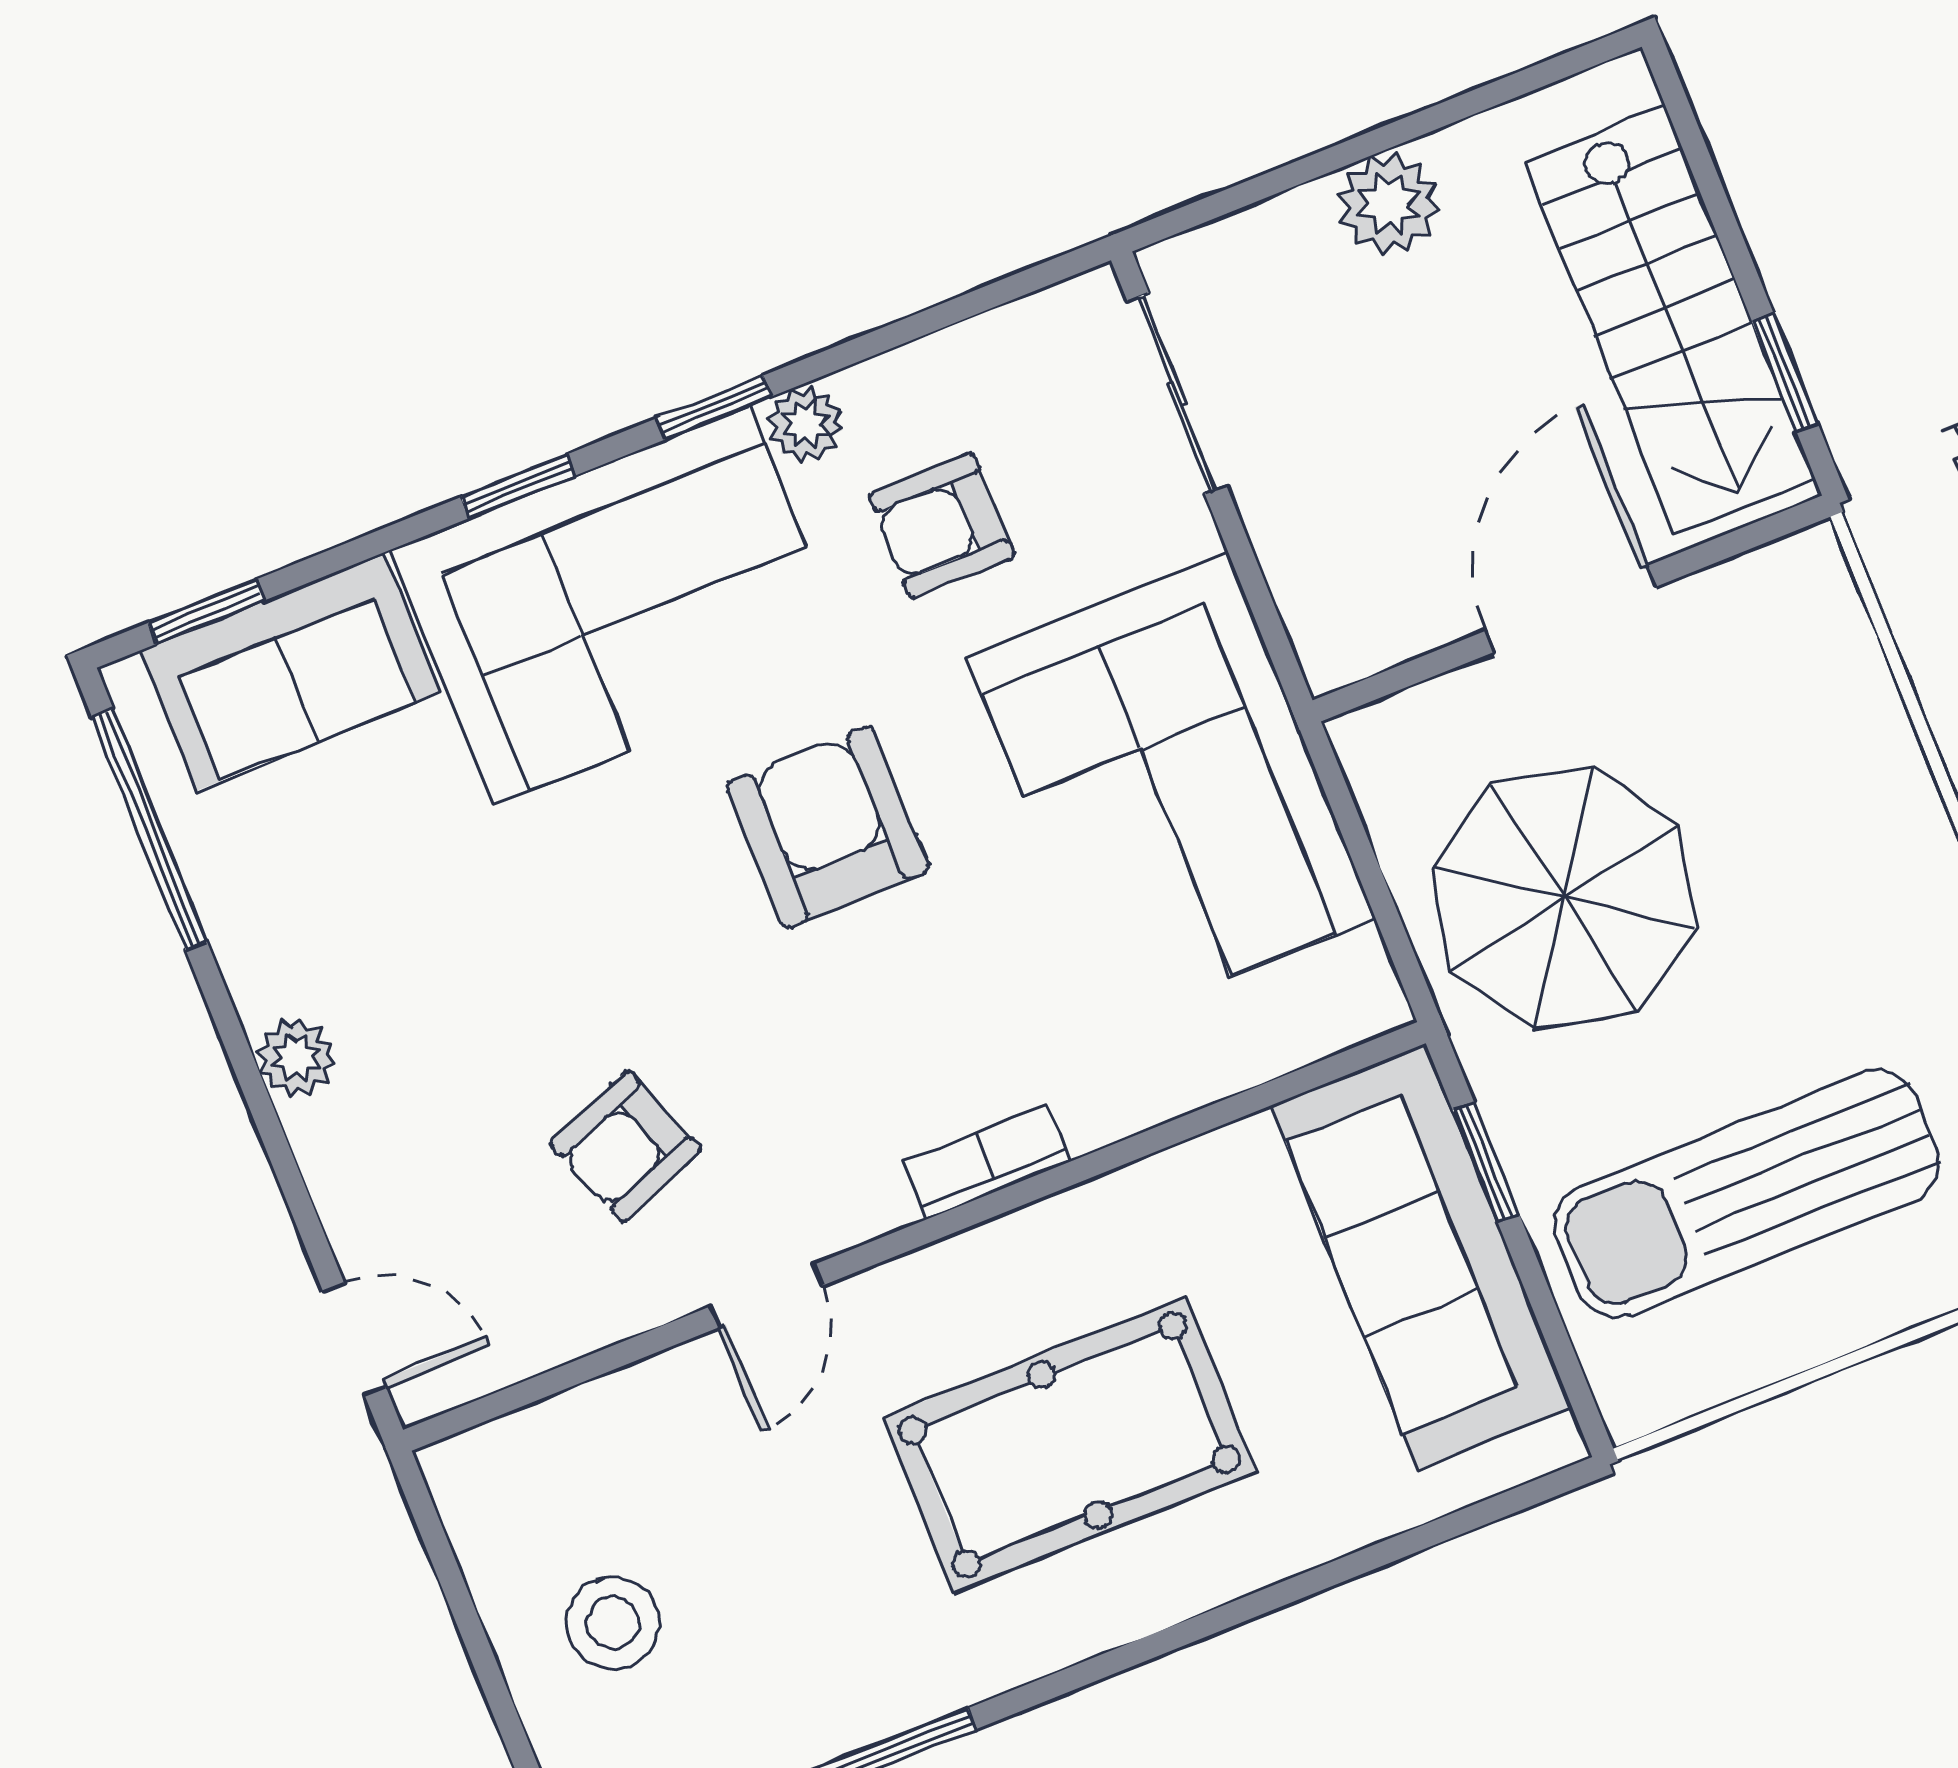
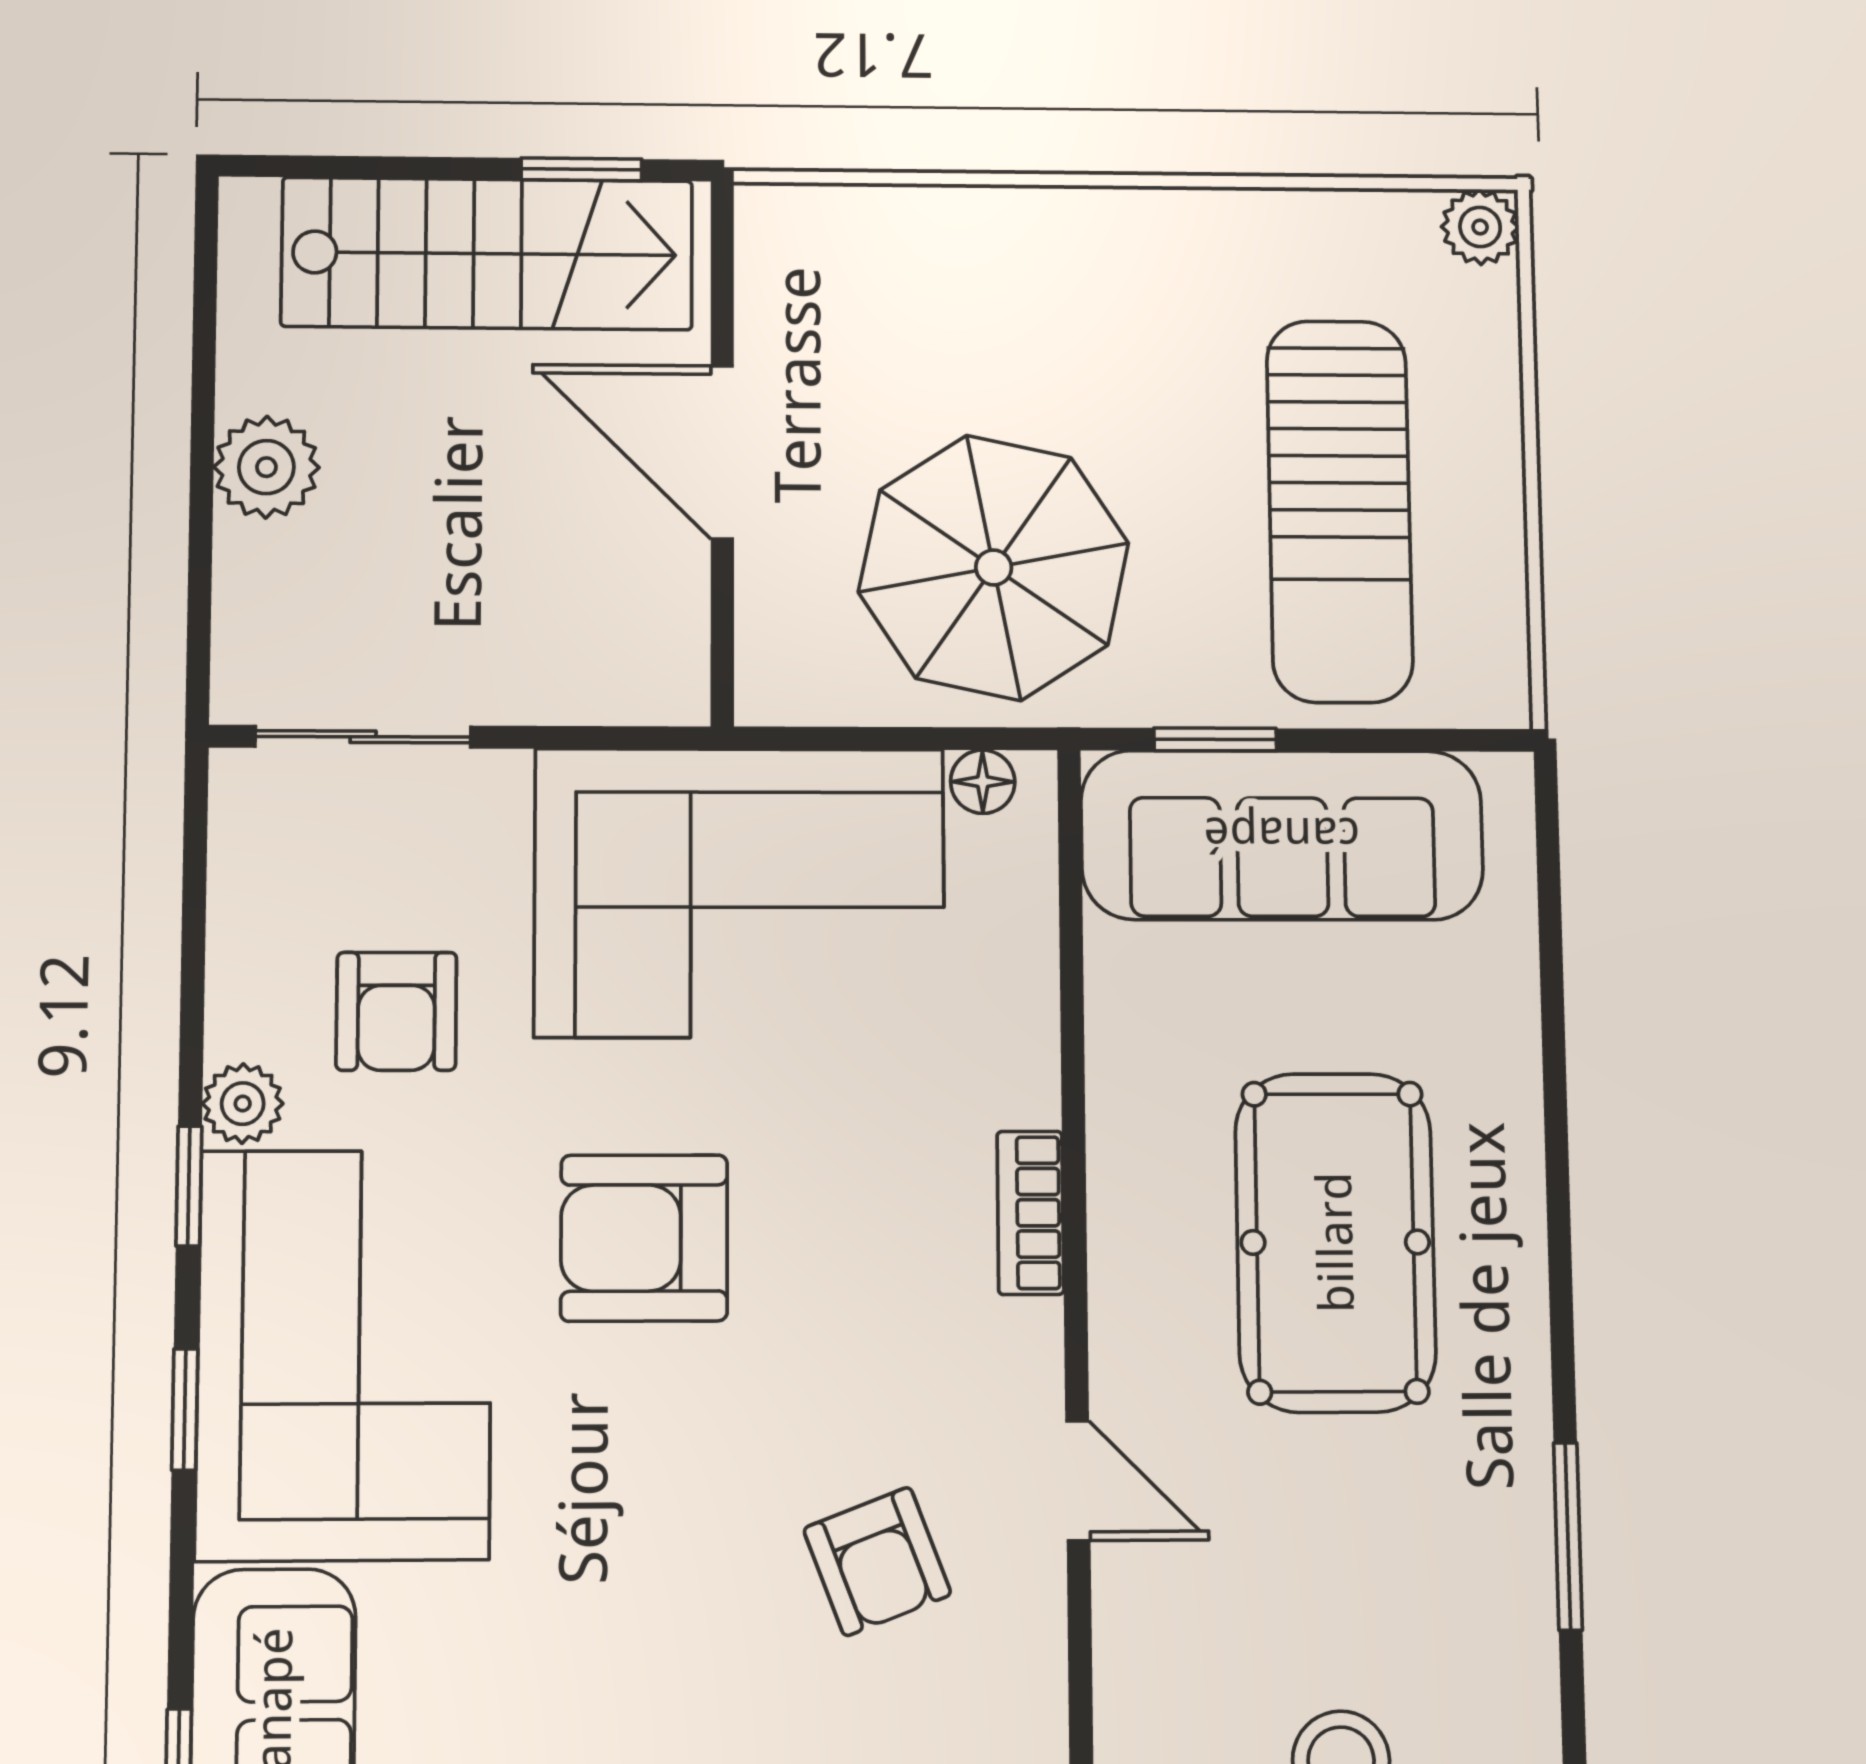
floor lamp: (1361, 966) -> (983, 782), added

